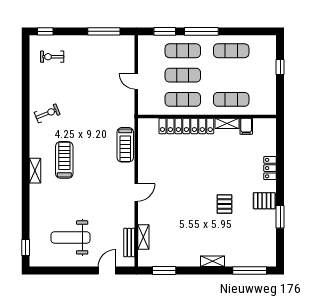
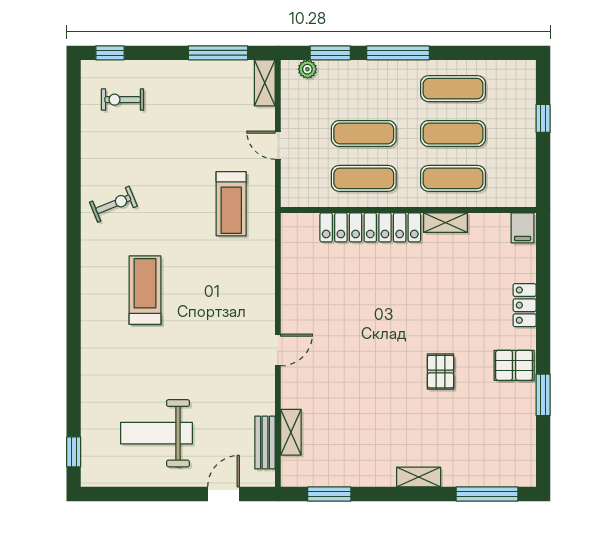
plant: (152, 40) -> (307, 69), added
exercise mat: (183, 51) -> (453, 133), moved
filing cabinet: (246, 126) -> (523, 228), moved
treadmill: (125, 145) -> (231, 204), moved
shelving: (35, 171) -> (265, 83), moved

